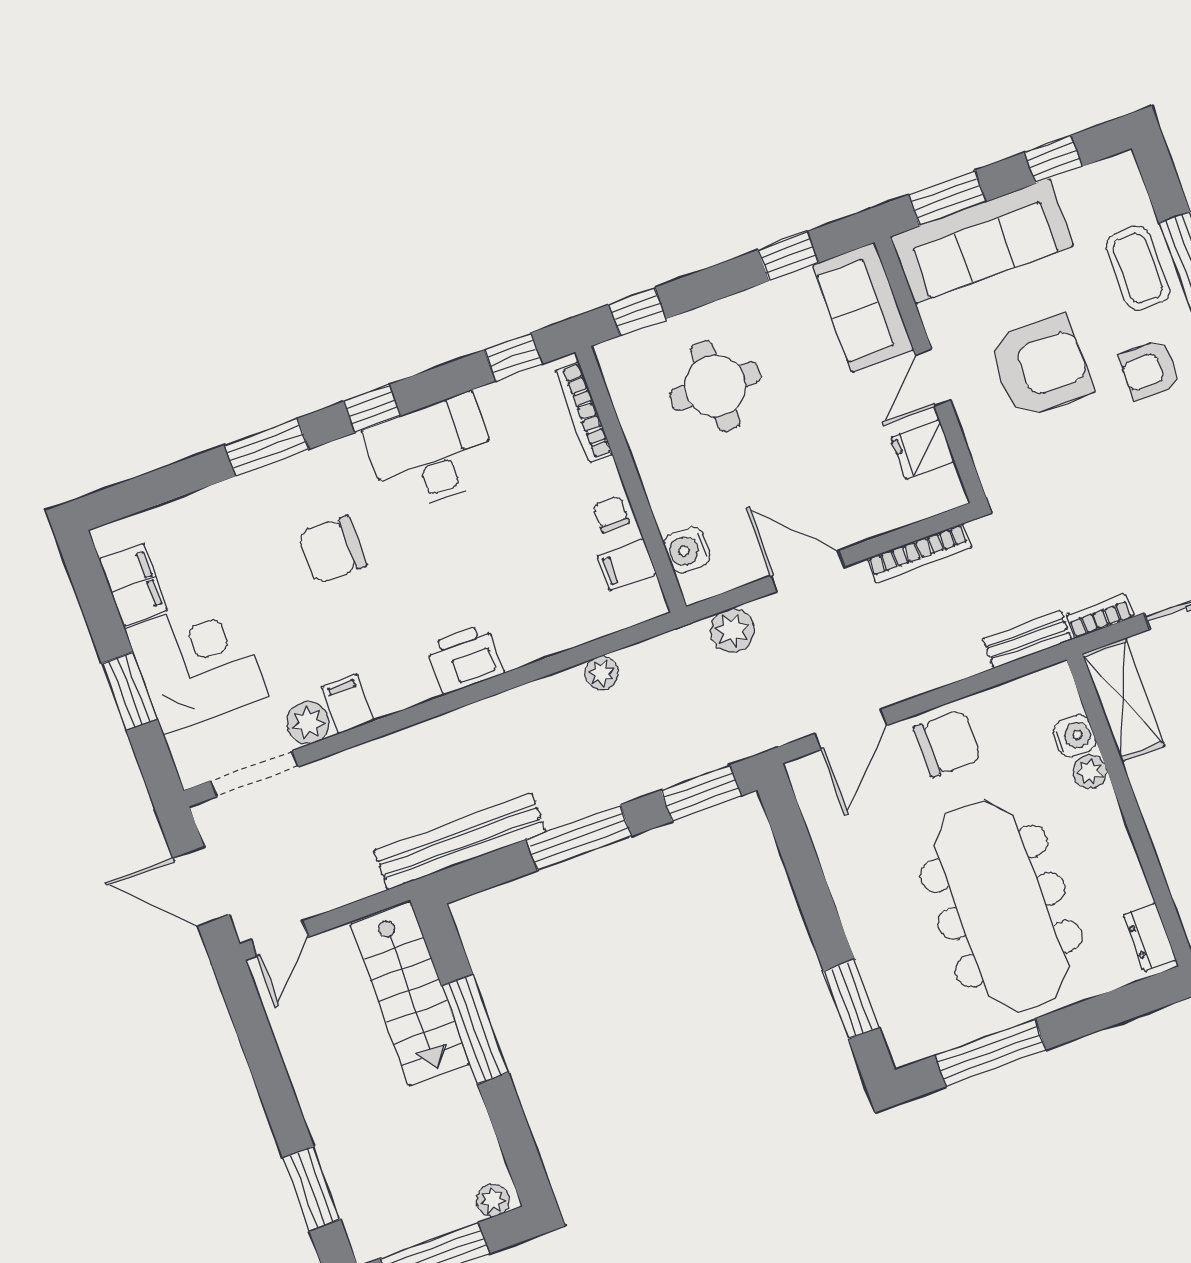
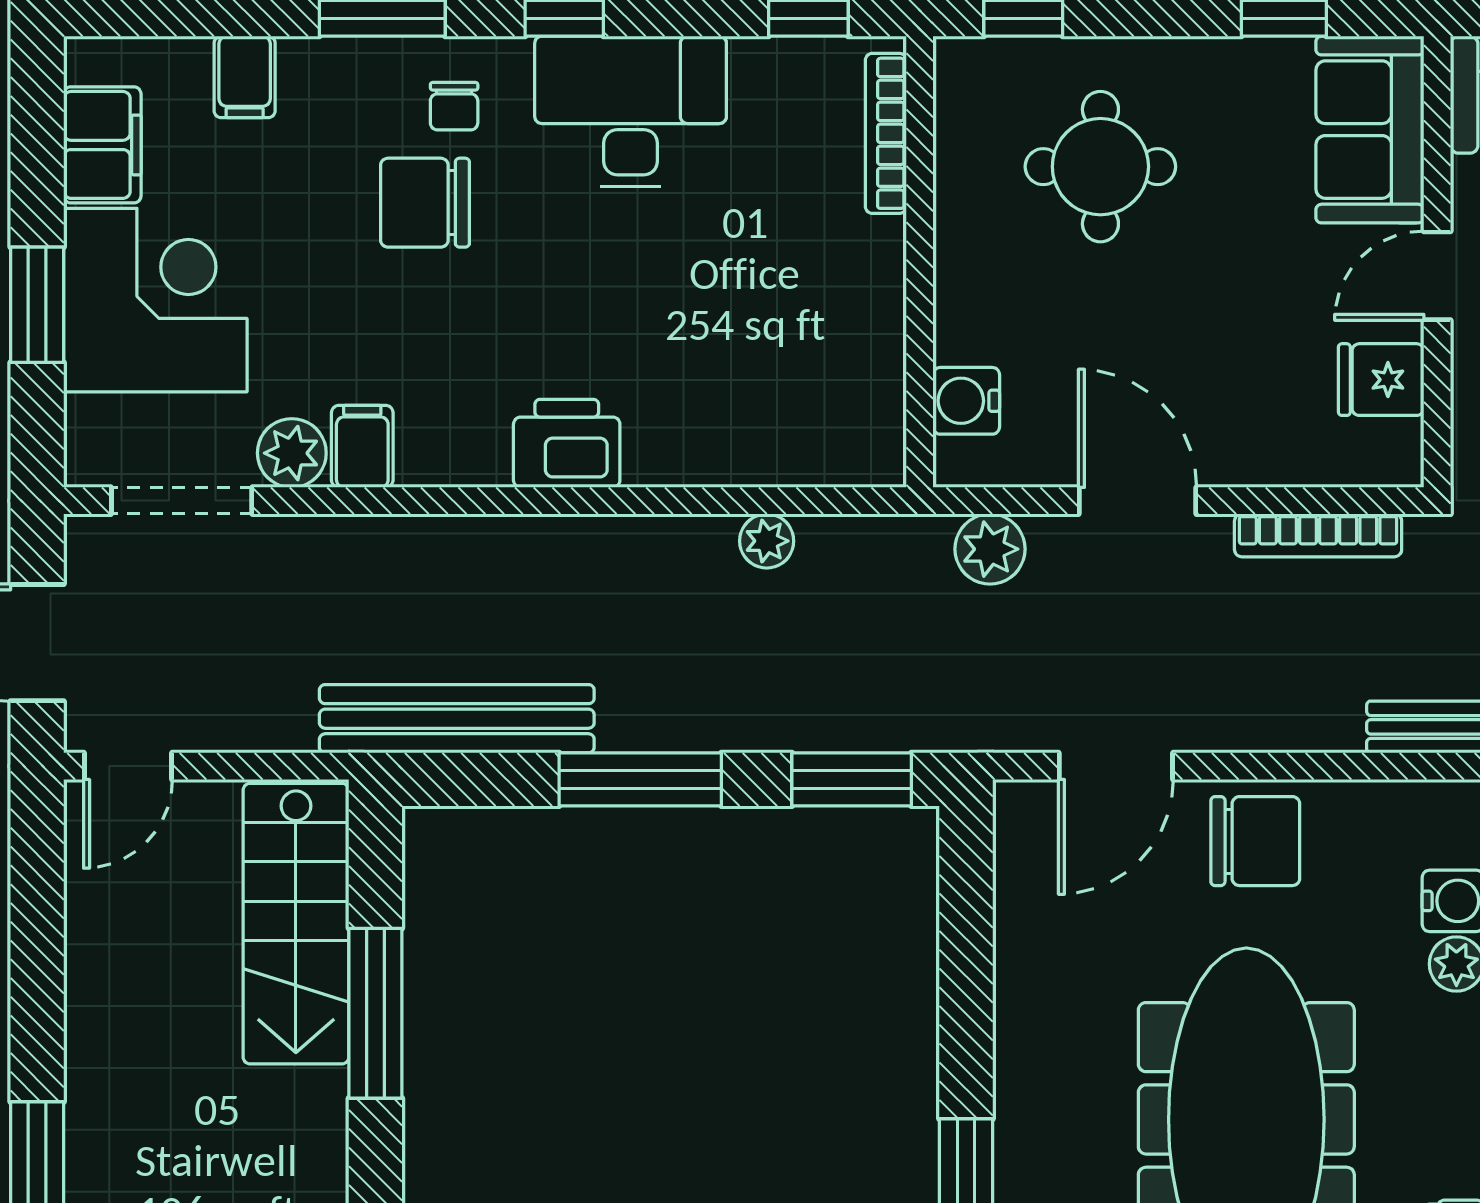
chair: (611, 514) -> (454, 106), moved, turned 180
filing cabinet: (627, 565) -> (245, 77), moved, turned -90

